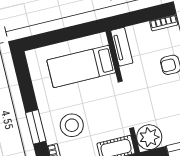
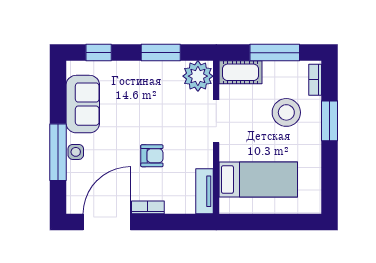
doorway: (126, 105) -> (216, 121), width x0.73

